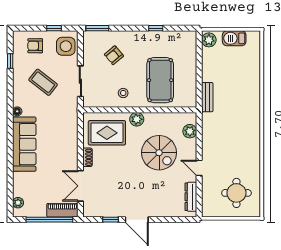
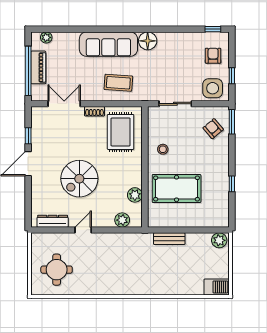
barbecue: (234, 38) -> (217, 287), moved, turned 90
armchair: (114, 55) -> (213, 129), moved
window: (10, 61) -> (213, 29), moved
coffee table: (43, 82) -> (118, 83), moved, turned 56
bench: (207, 97) -> (169, 239), moved
floor lamp: (17, 111) -> (148, 41), width x1.89, depth x1.89
plant: (137, 119) -> (135, 195), moved
spiral stairs: (159, 153) -> (79, 179), moved
piano: (62, 210) -> (38, 67), moved

